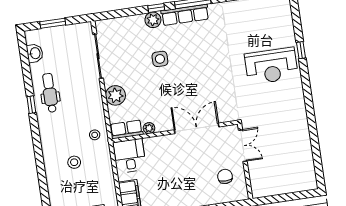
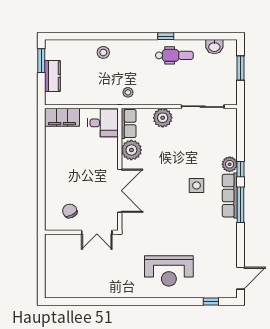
window: (301, 50) -> (211, 301), moved
side table: (160, 59) -> (196, 185), moved
reception desk: (271, 66) -> (169, 271), turned -90
plant: (149, 128) -> (131, 150), width x1.87, depth x1.87
stool: (74, 162) -> (103, 52), moved
chair: (225, 176) -> (70, 211), turned -116

